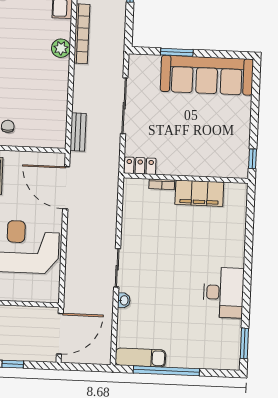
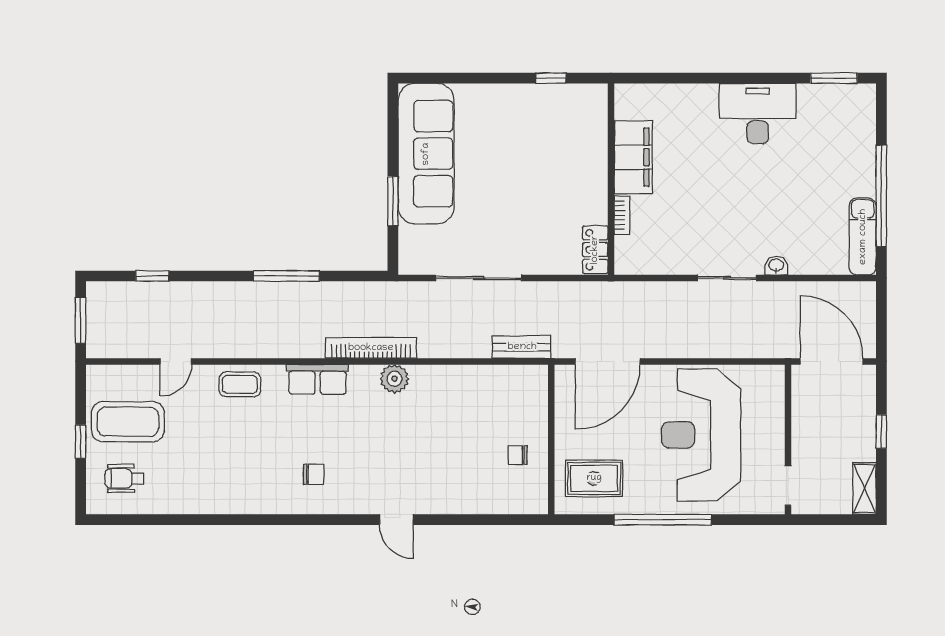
locker: (140, 166) -> (595, 250), moved
wall: (186, 178) -> (611, 179), moved
bookcase: (162, 184) -> (622, 215), moved
filing cabinet: (199, 193) -> (633, 157), moved

